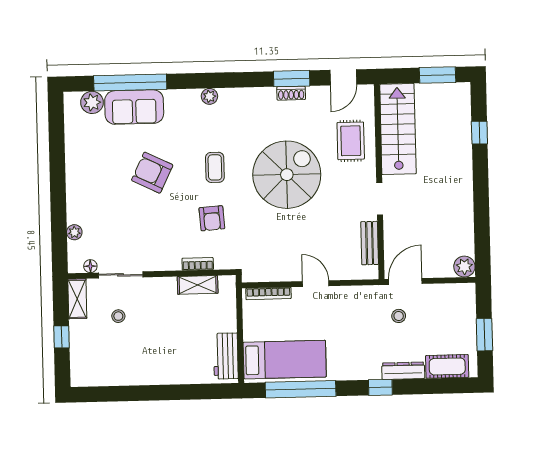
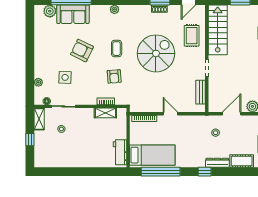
side table: (123, 222) -> (65, 77), added
door: (405, 281) -> (232, 114), moved

